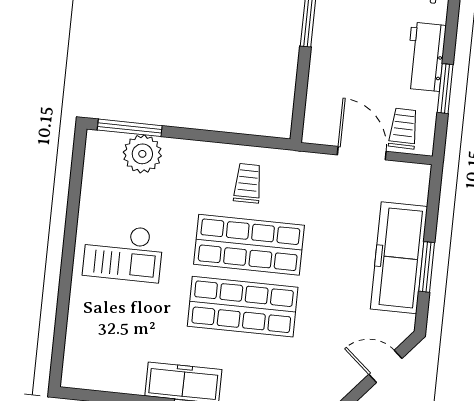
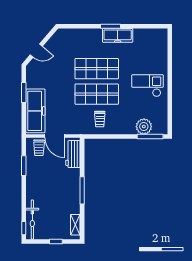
workbench: (426, 57) -> (73, 154), moved, turned 180
freezer: (399, 258) -> (35, 111), moved

